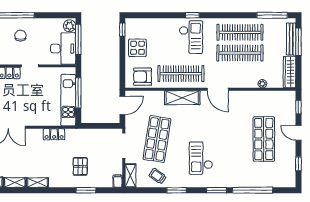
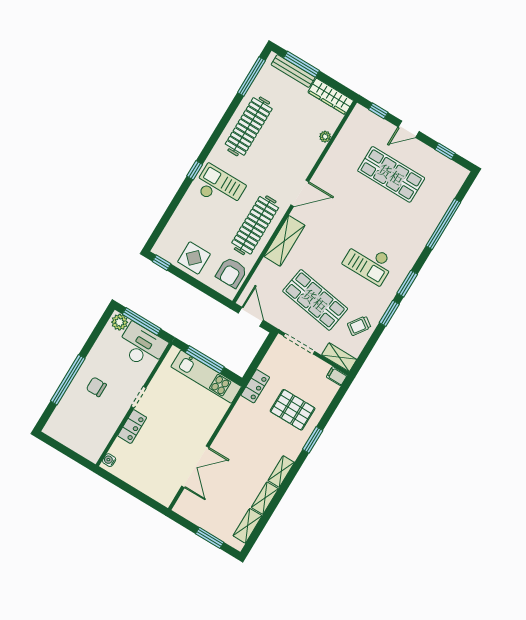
clothes rail: (240, 53) -> (273, 141), removed
locker: (54, 134) -> (255, 386), moved
pallet: (80, 166) -> (293, 410), width x1.50, depth x1.42
window: (86, 190) -> (313, 440), moved
window: (216, 190) -> (407, 284), moved

